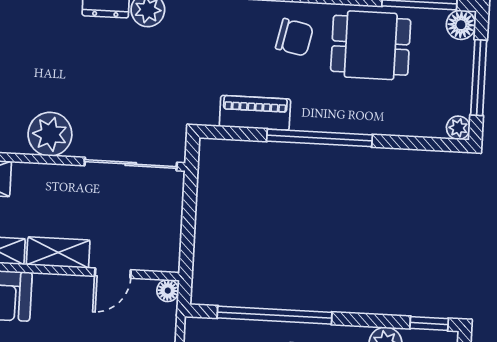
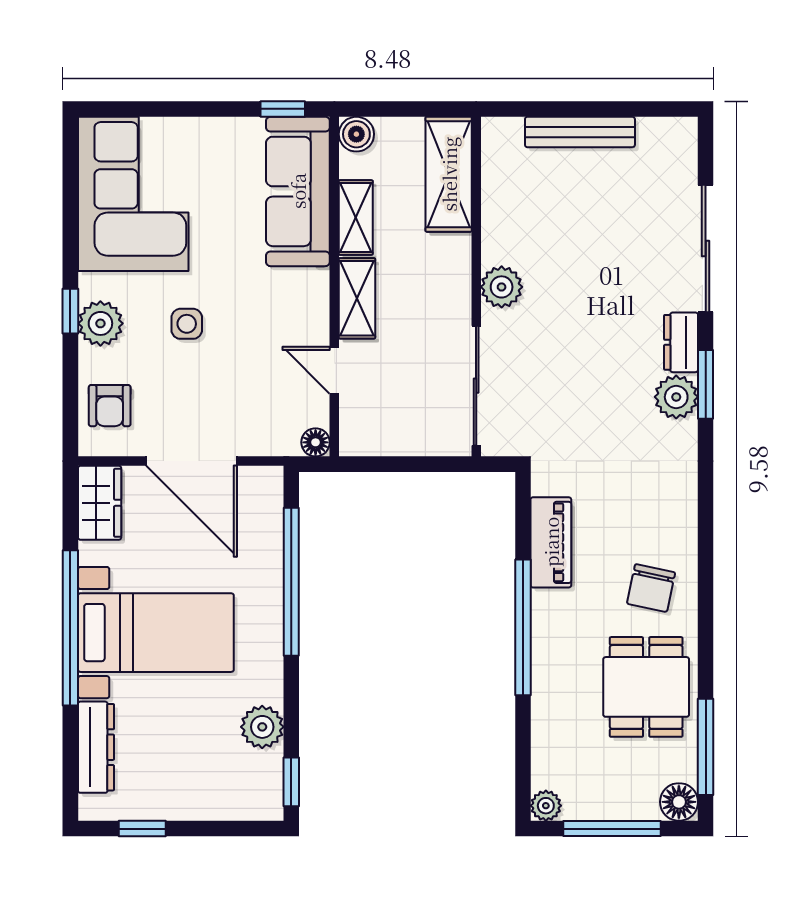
plant: (50, 134) -> (502, 287), width x0.73, depth x0.73

